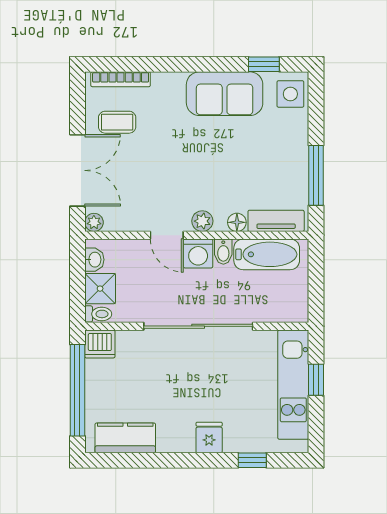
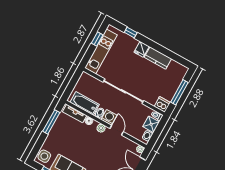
window: (316, 380) -> (97, 39), moved
window: (77, 390) -> (179, 92), width x0.68
kitchen counter: (125, 438) -> (158, 58), moved

